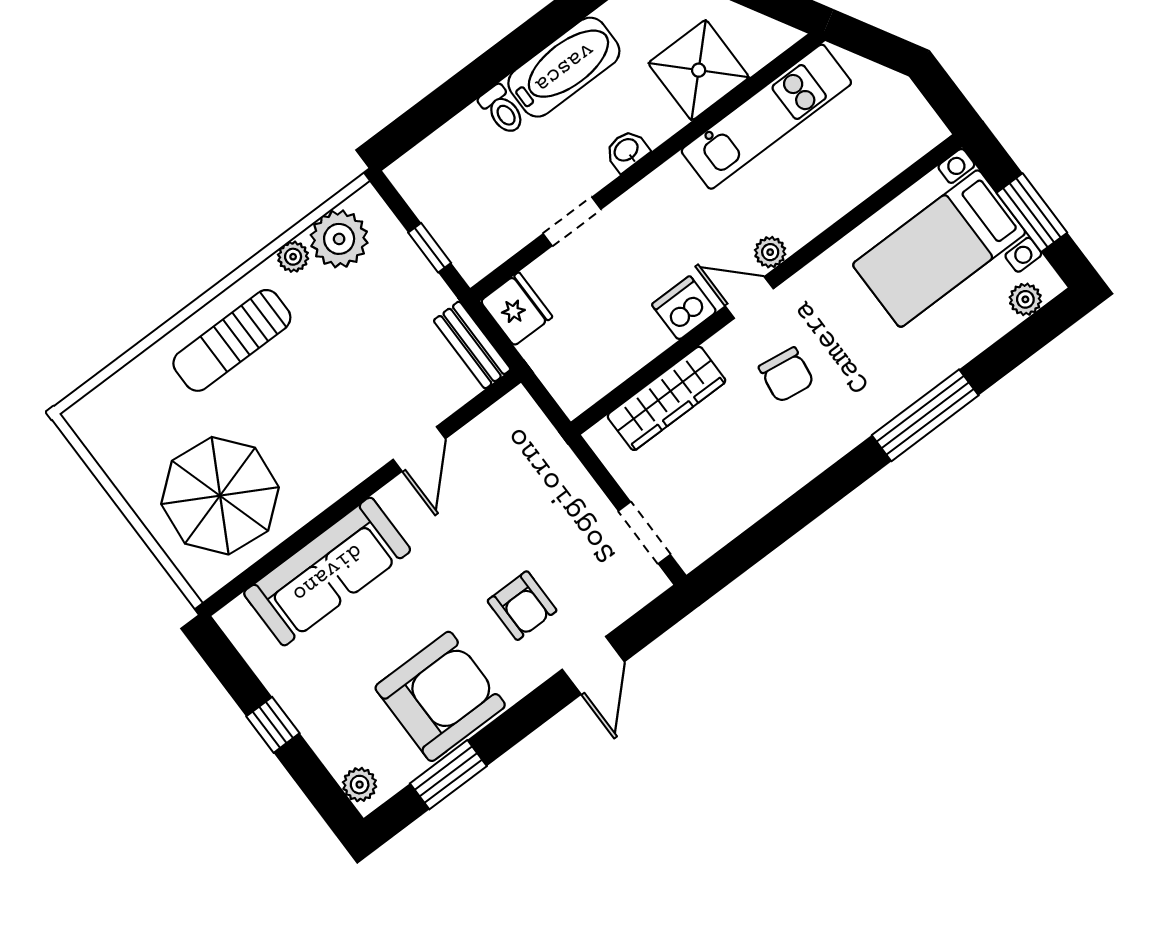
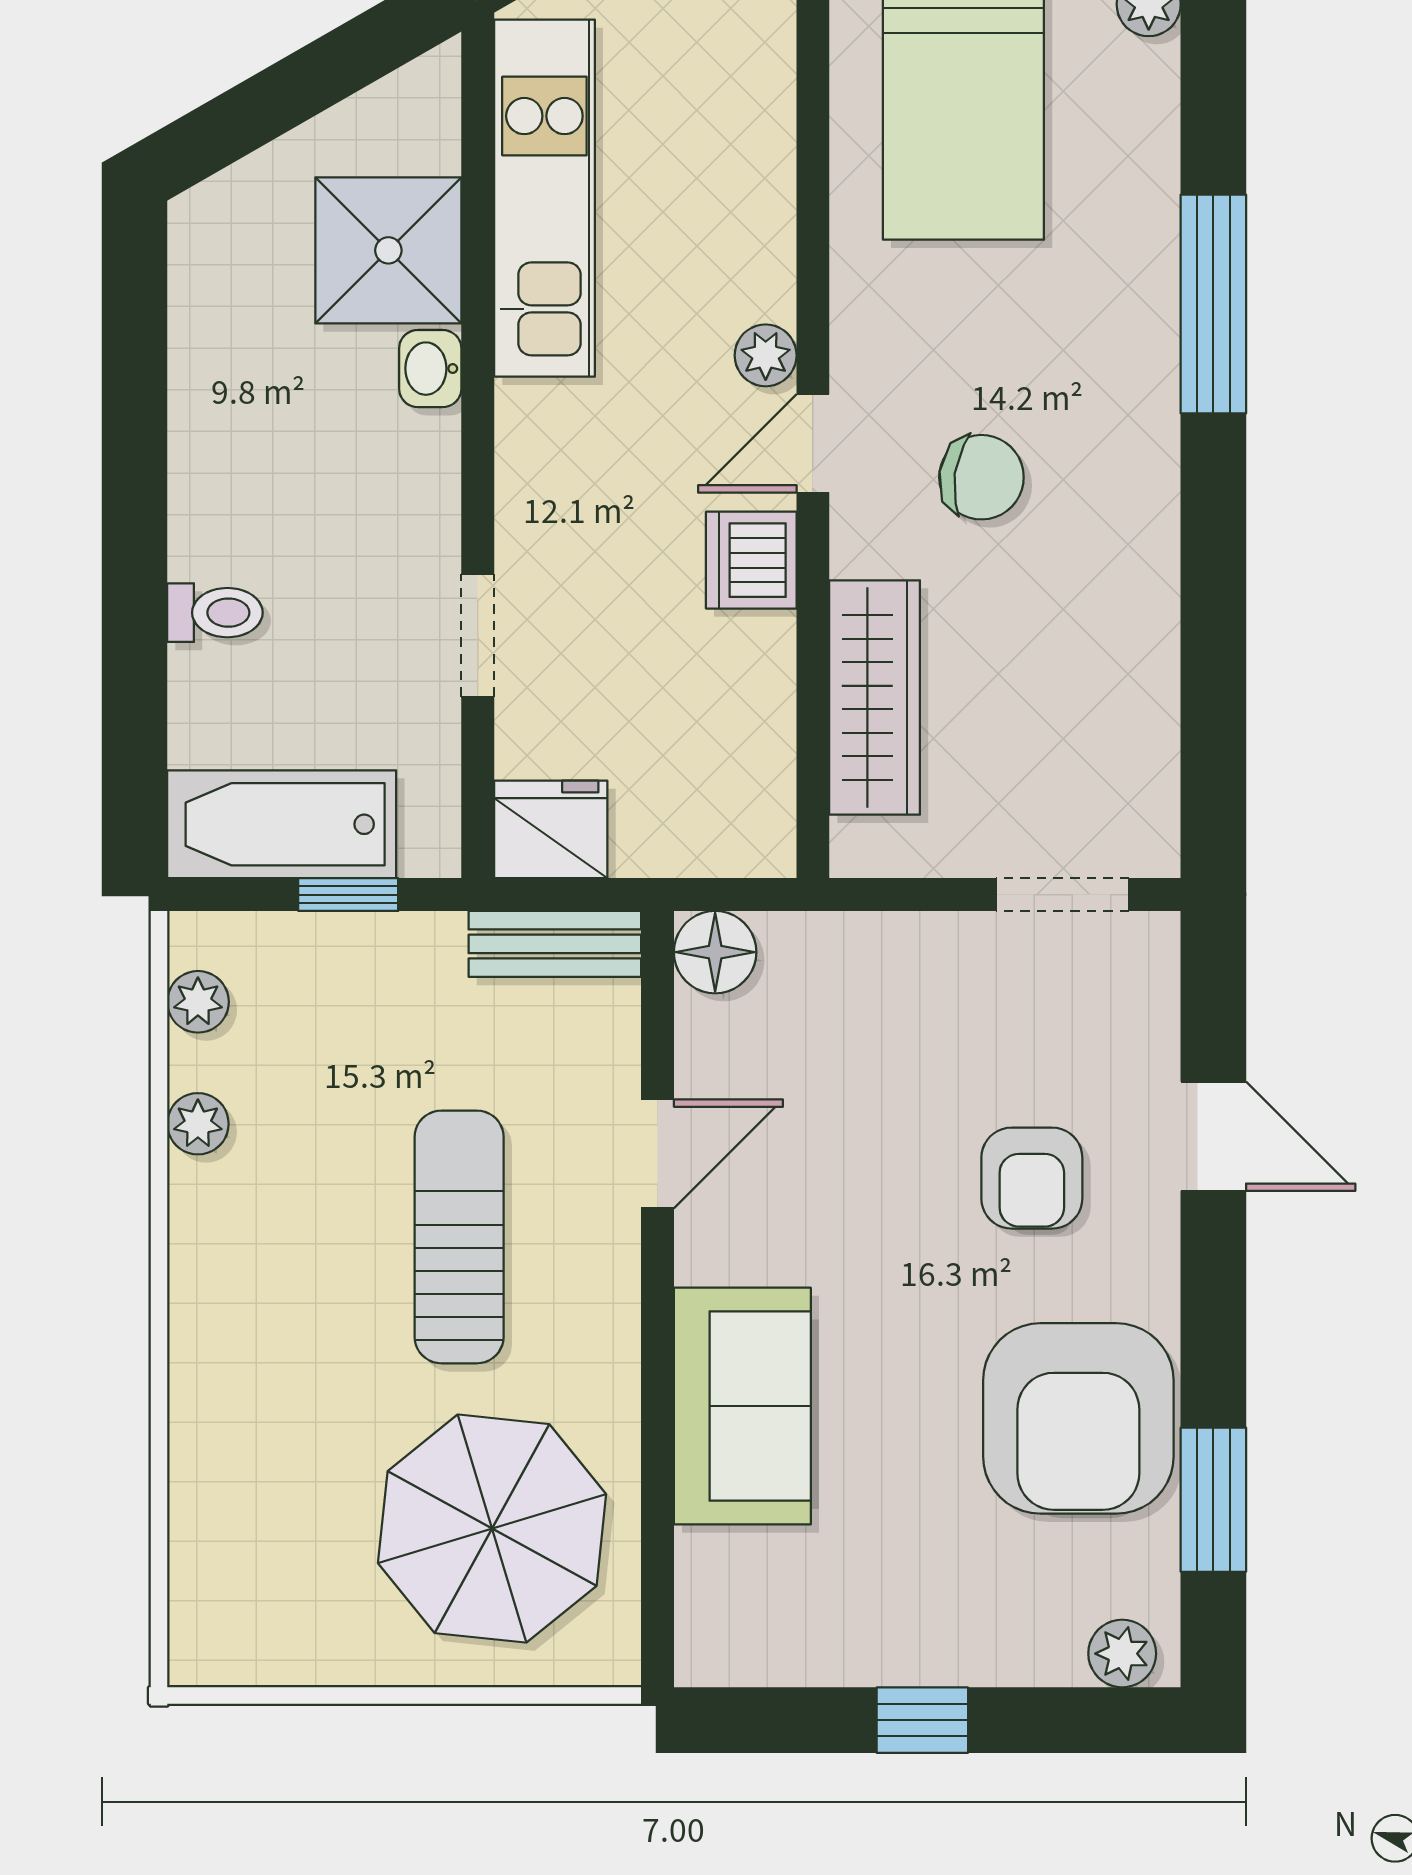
bathtub: (564, 67) -> (282, 824), moved, turned -90
washbasin: (627, 151) -> (430, 369), moved
plant: (339, 239) -> (198, 1002), width x0.53, depth x0.53
sun lounger: (232, 340) -> (459, 1237), moved, turned 180
floor lamp: (517, 411) -> (715, 952), added
door: (419, 449) -> (658, 1154), hinge flipped
sofa: (327, 572) -> (742, 1406), width x0.73
armchair: (522, 606) -> (1032, 1178), turned 90
armchair: (440, 696) -> (1078, 1418), turned 180

